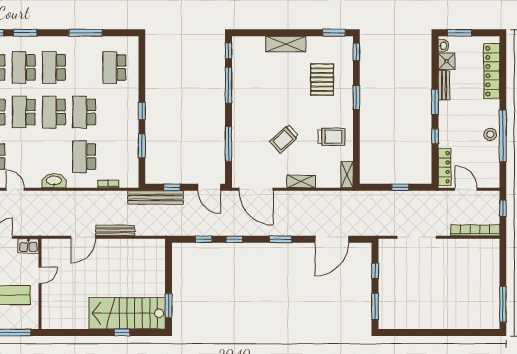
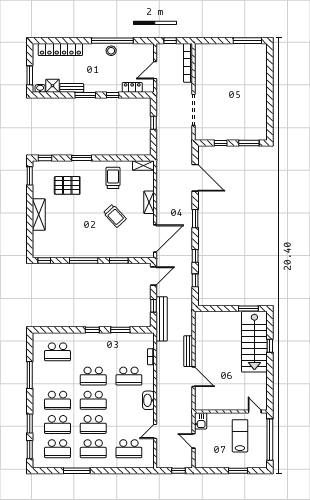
window: (228, 85) -> (84, 260), moved
window: (228, 144) -> (119, 260), width x0.69
locker: (444, 167) -> (132, 87), width x0.66
door: (40, 275) -> (255, 411), moved

